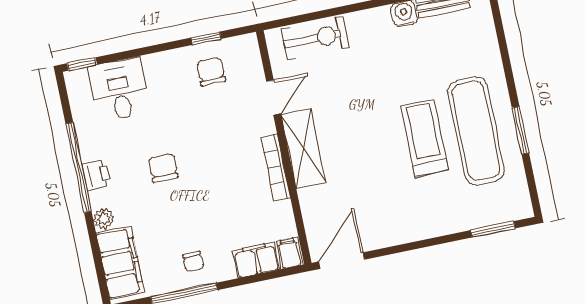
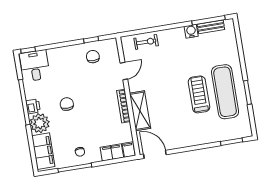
exercise bike: (315, 38) -> (146, 42), width x0.73, depth x0.72
desk: (119, 90) -> (35, 66), moved
shelving: (303, 148) -> (140, 111), moved
plant: (104, 219) -> (40, 123), width x1.88, depth x1.88
door: (342, 261) -> (155, 154), hinge flipped

